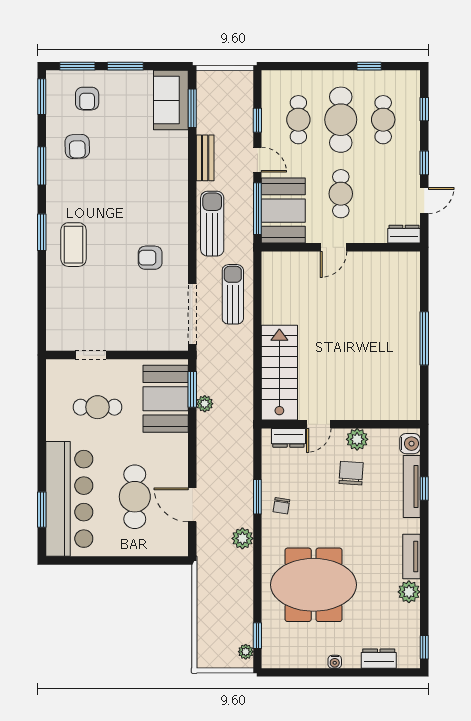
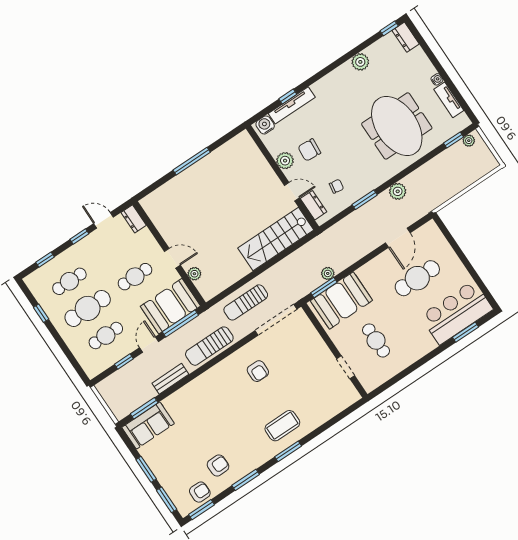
armchair: (87, 99) -> (200, 492), moved
plant: (301, 260) -> (194, 274), added
bar counter: (69, 499) -> (457, 313), width x0.73
chair: (281, 506) -> (336, 186), moved
tv unit: (412, 557) -> (449, 100), moved, turned 90
dresser: (379, 659) -> (406, 37), moved

